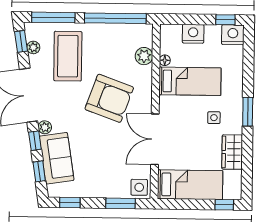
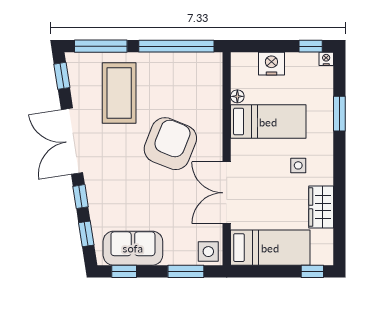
nightstand: (233, 35) -> (326, 59), width x0.53, depth x0.56
plant: (33, 47) -> (77, 83), removed
plant: (144, 56) -> (212, 92), removed
armchair: (109, 98) -> (170, 144), turned -88
window: (248, 112) -> (339, 114), moved
plant: (45, 127) -> (92, 180), removed
sofa: (57, 158) -> (133, 248), moved, turned -81

